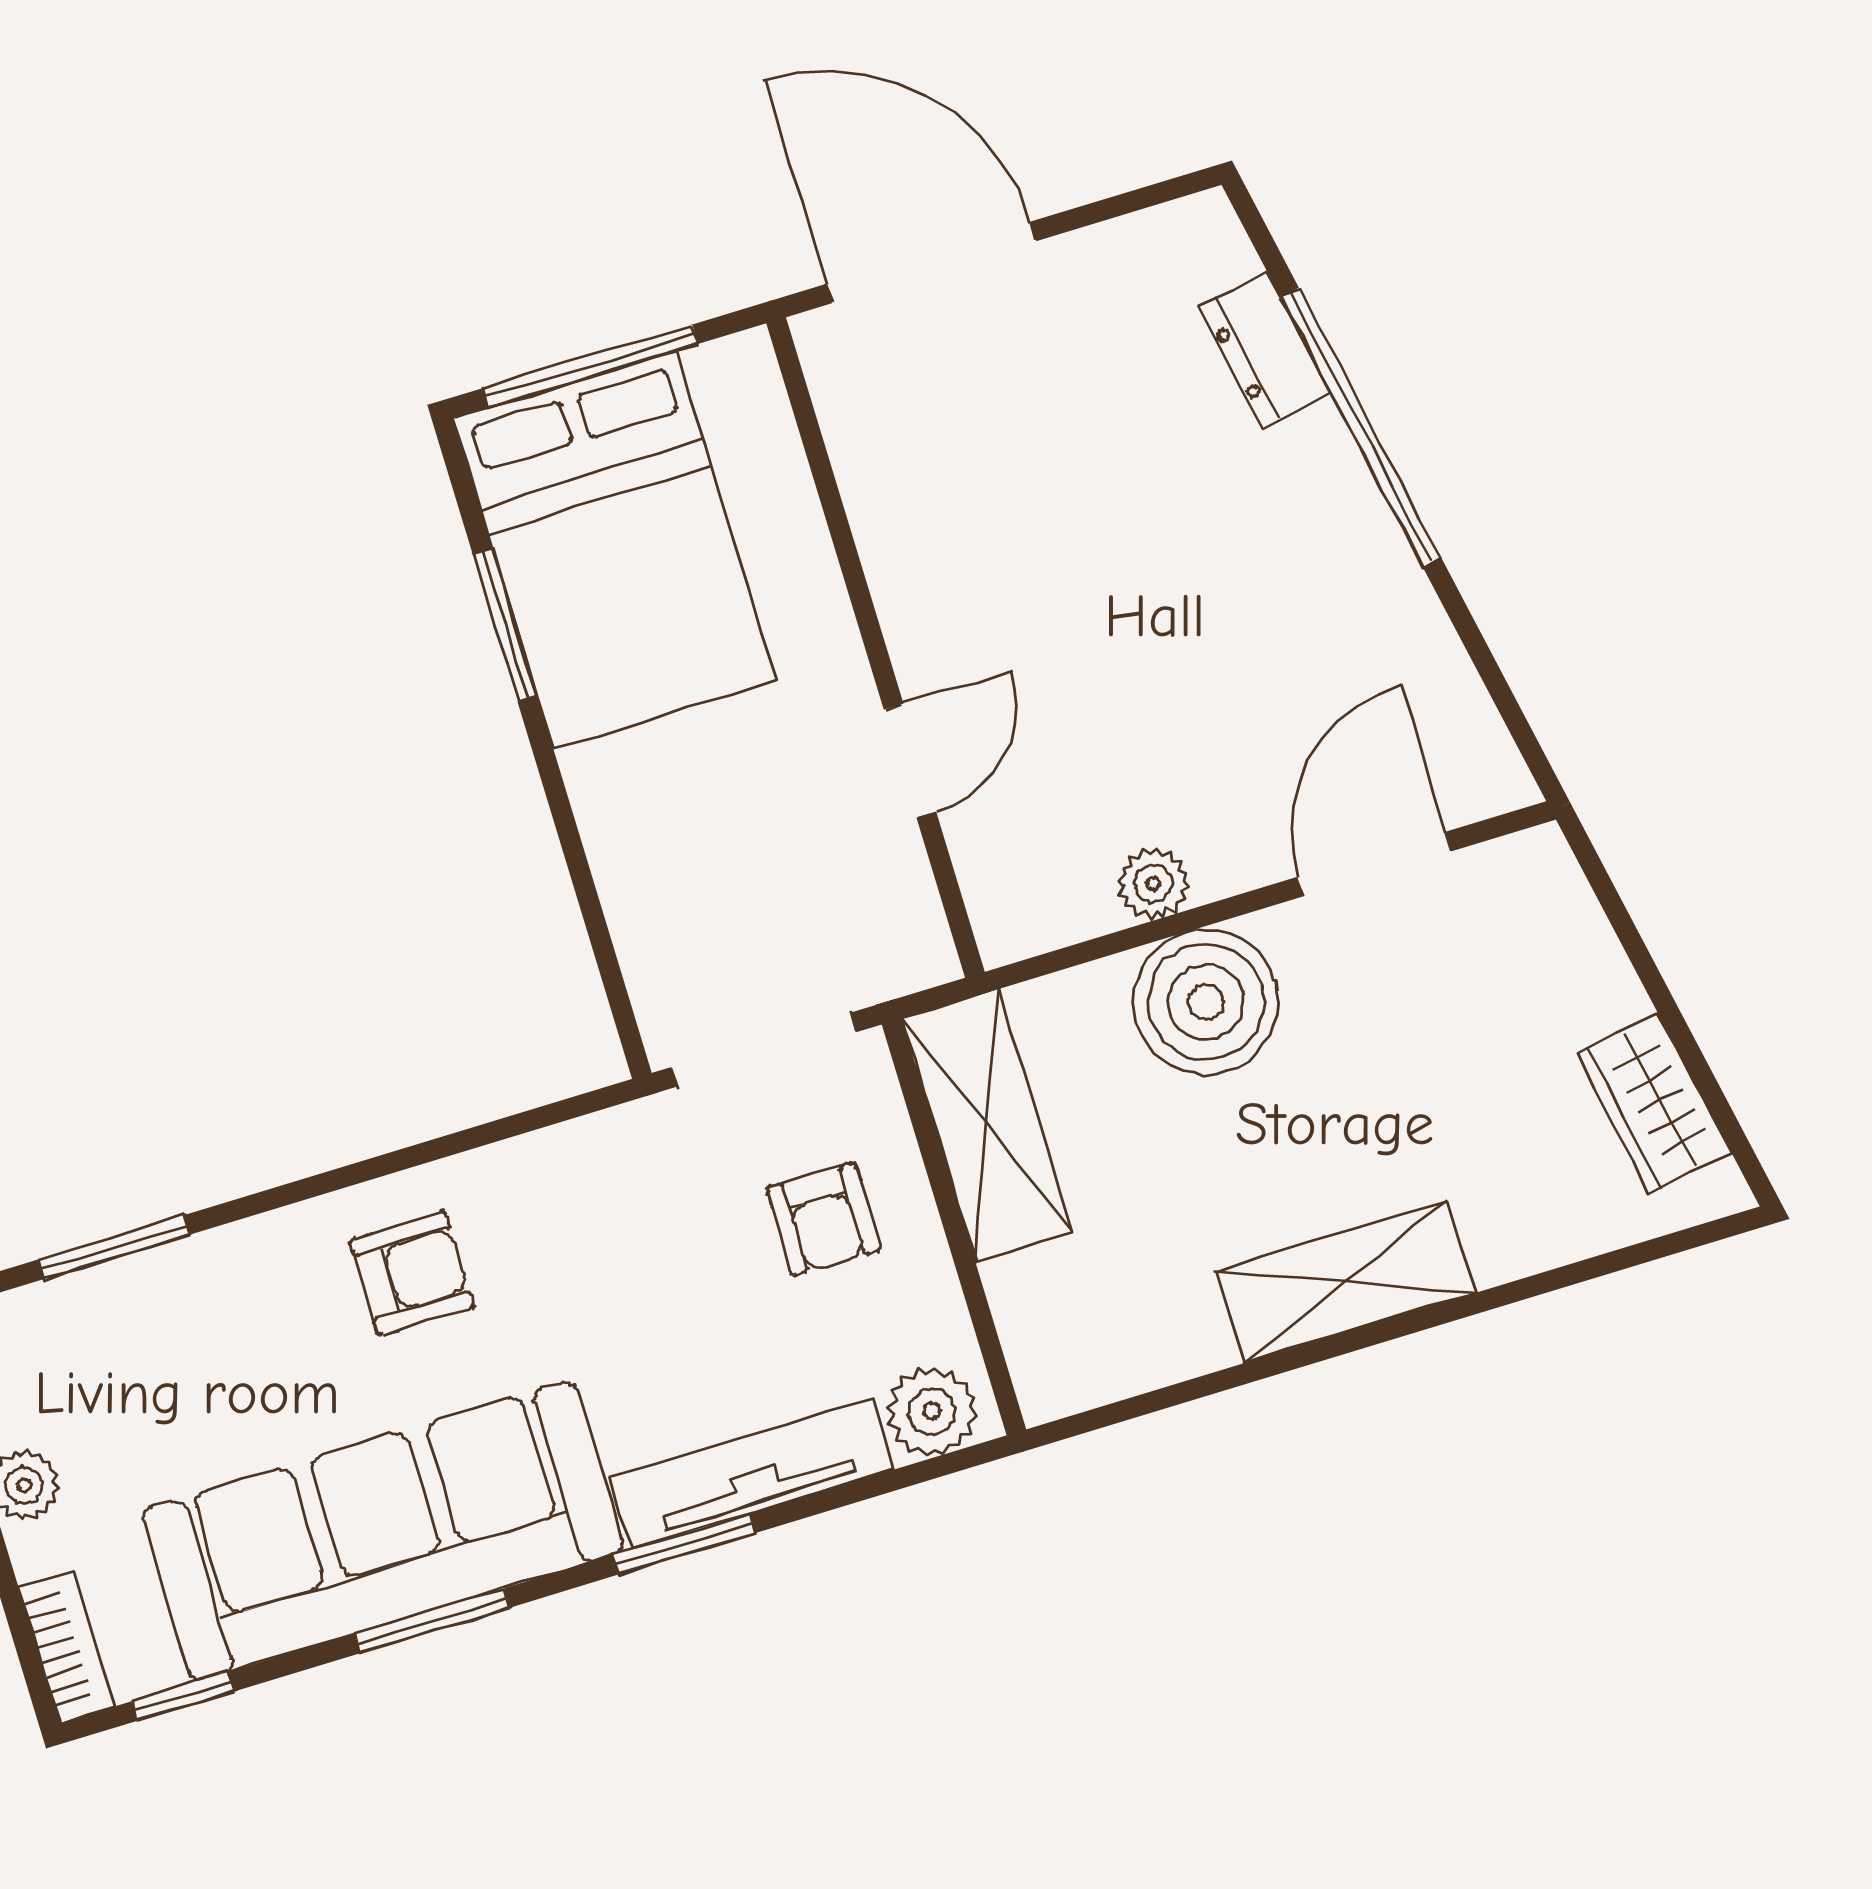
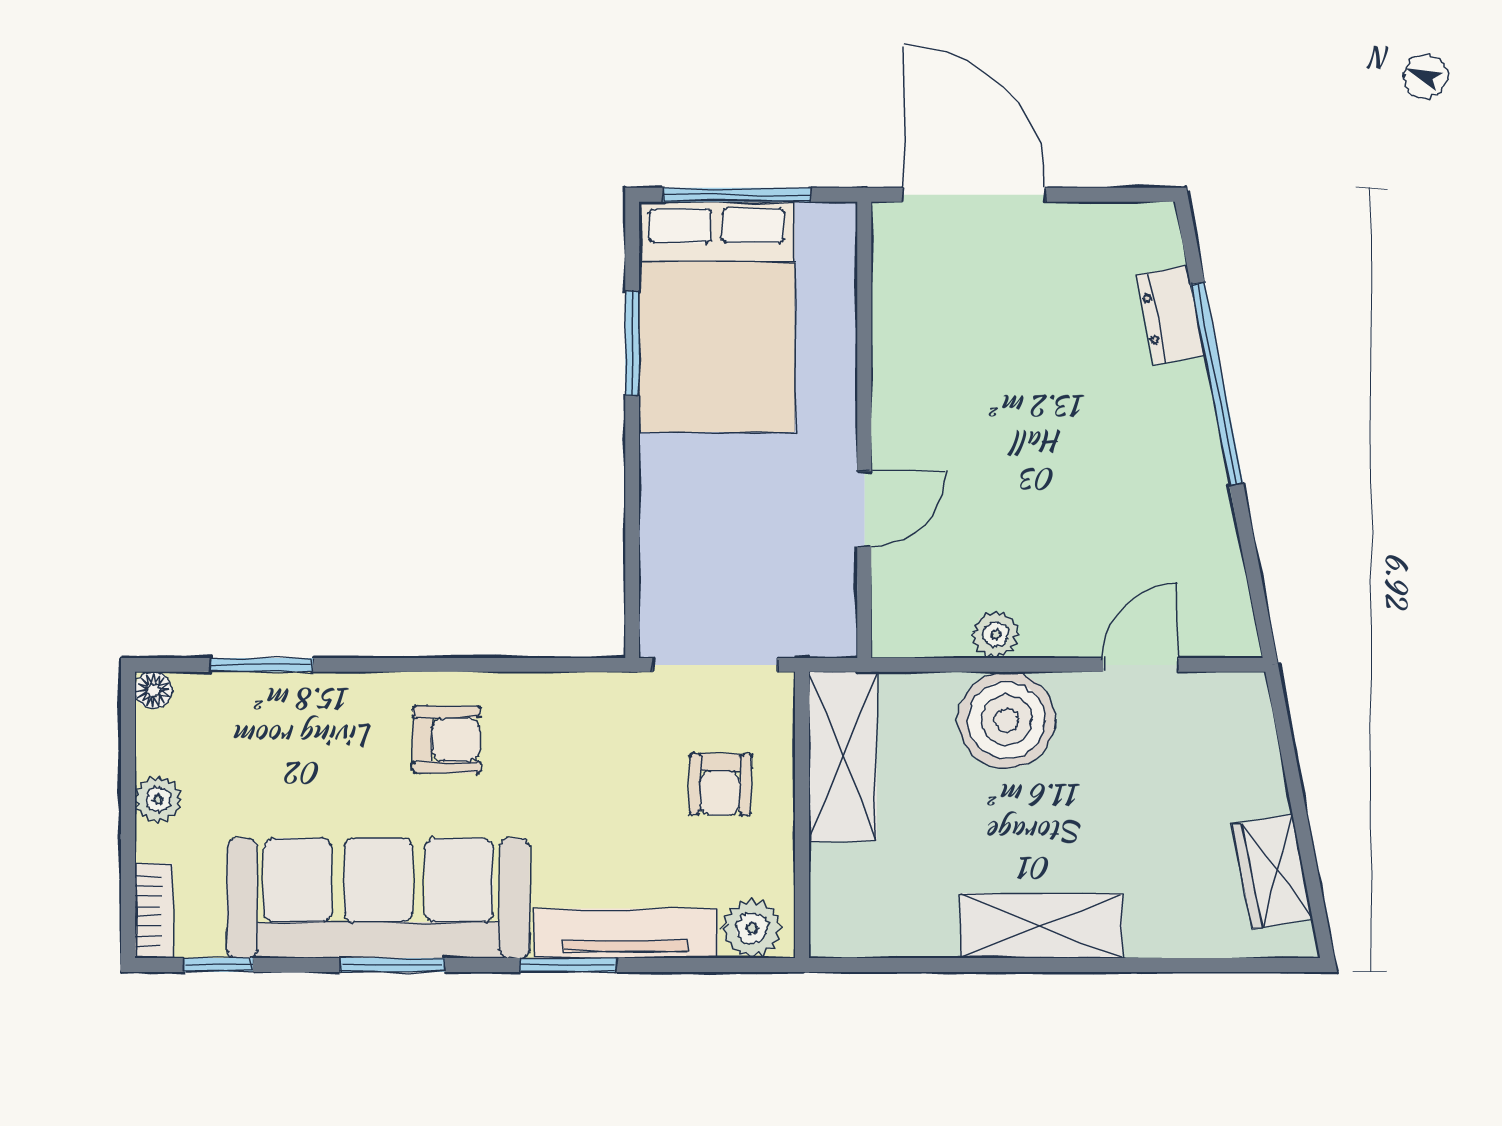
door: (1374, 864) -> (1141, 665), width x0.73

